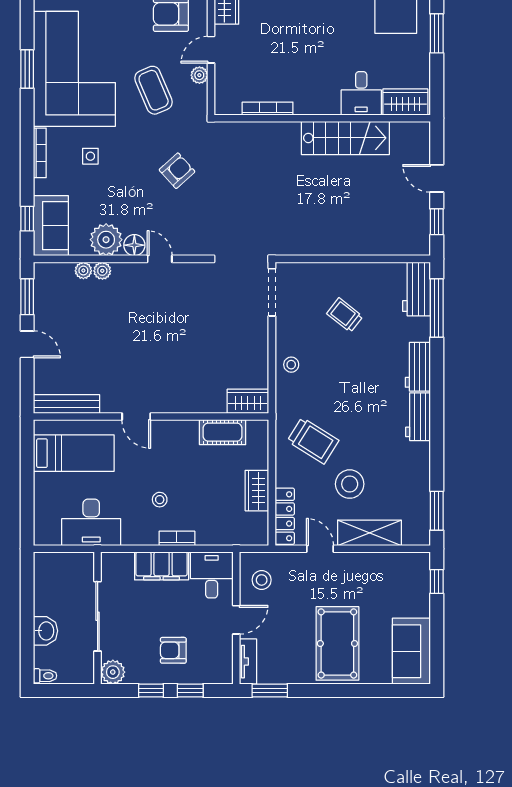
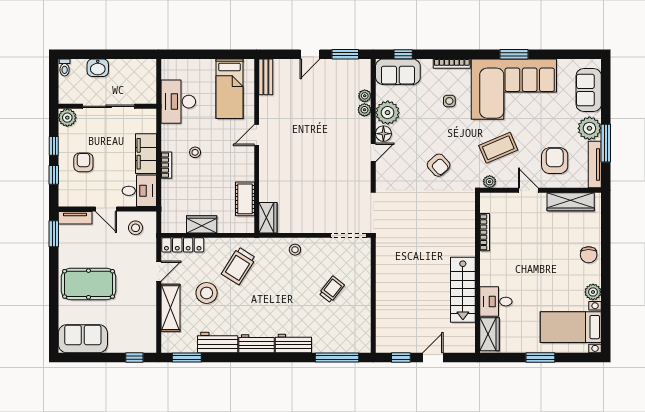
plant: (199, 75) -> (490, 182), moved
workbench: (417, 289) -> (218, 343), moved
bench: (67, 404) -> (266, 77), width x0.73

